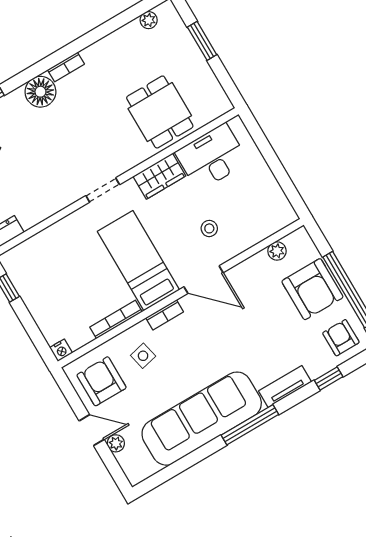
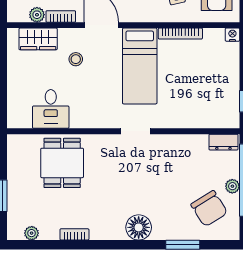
bookcase: (66, 67) -> (74, 234), moved
desk: (212, 157) -> (51, 109), width x0.73
wardrobe: (159, 176) -> (38, 39), moved, turned 180
bookcase: (165, 315) -> (61, 16), moved

